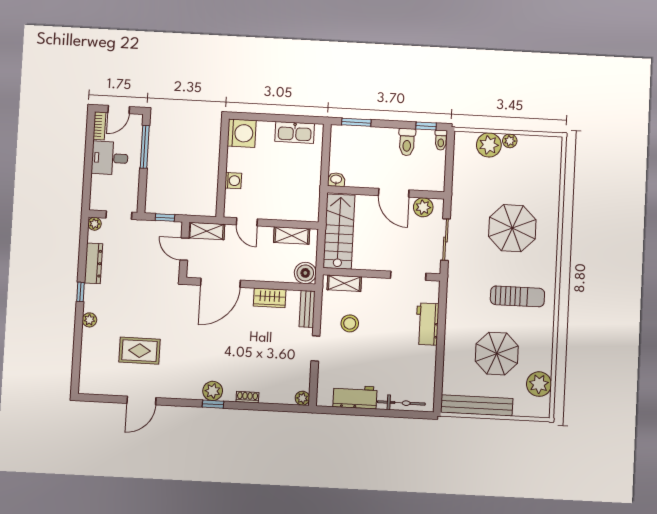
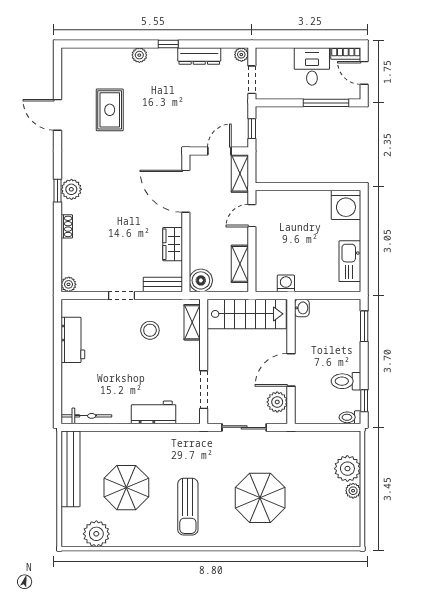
washing machine: (233, 181) -> (286, 283), moved, turned 180
bicycle: (401, 403) -> (87, 416), moved, turned -90

